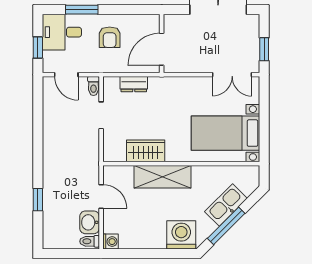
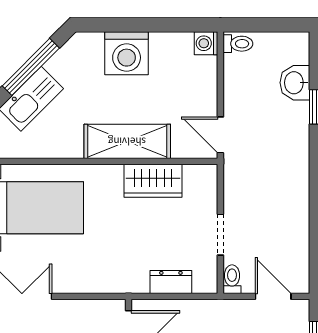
door: (101, 196) -> (220, 135), moved
washbasin: (90, 222) -> (295, 83), moved, turned 180
washing machine: (181, 235) -> (127, 53), moved

